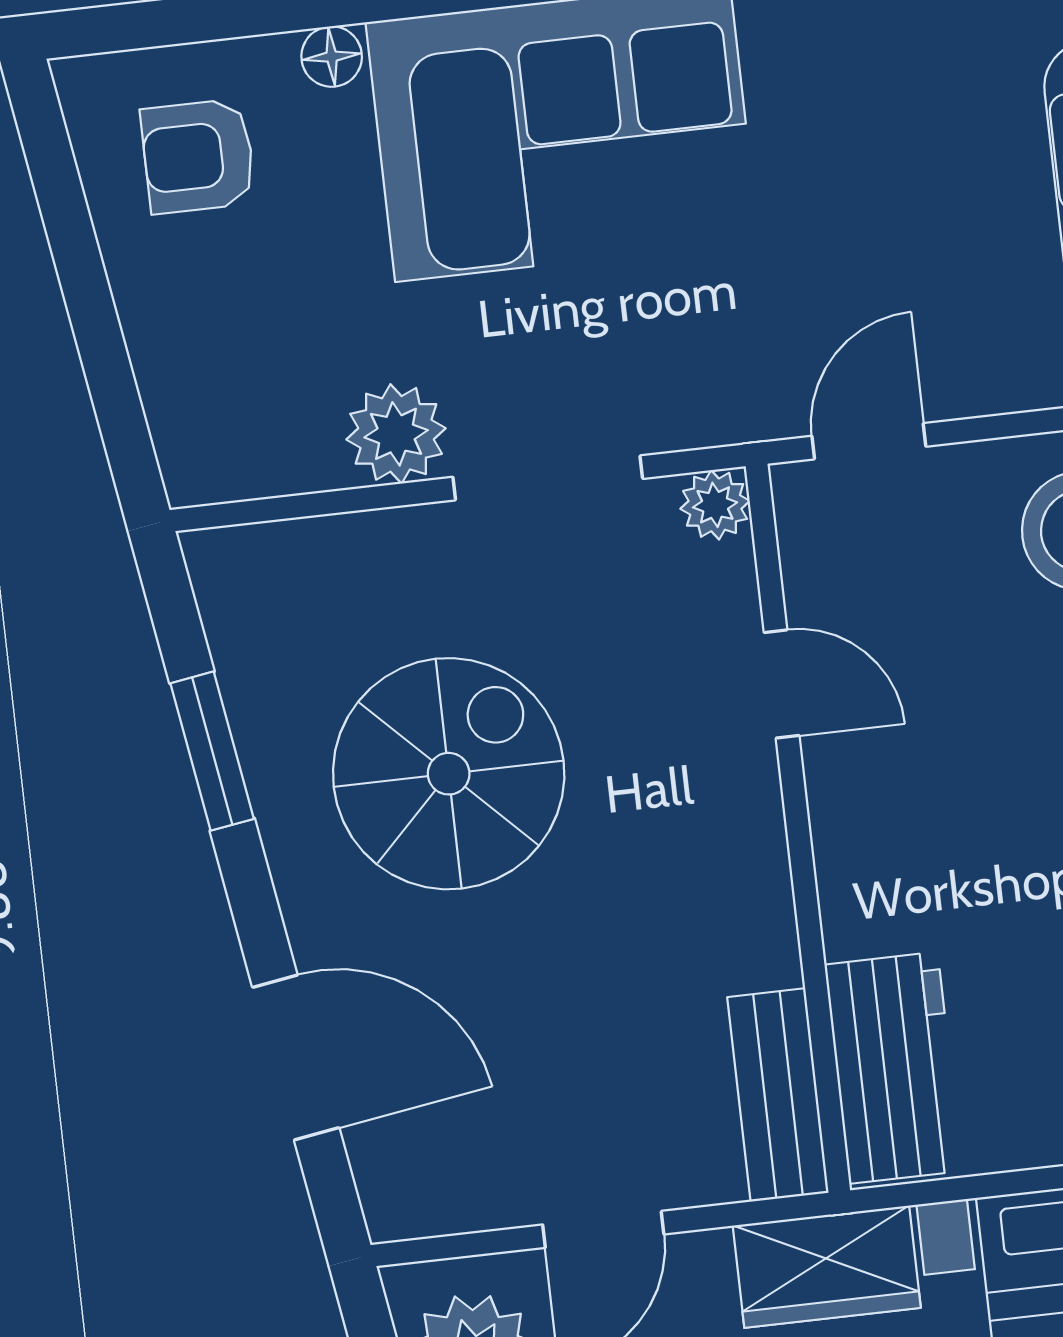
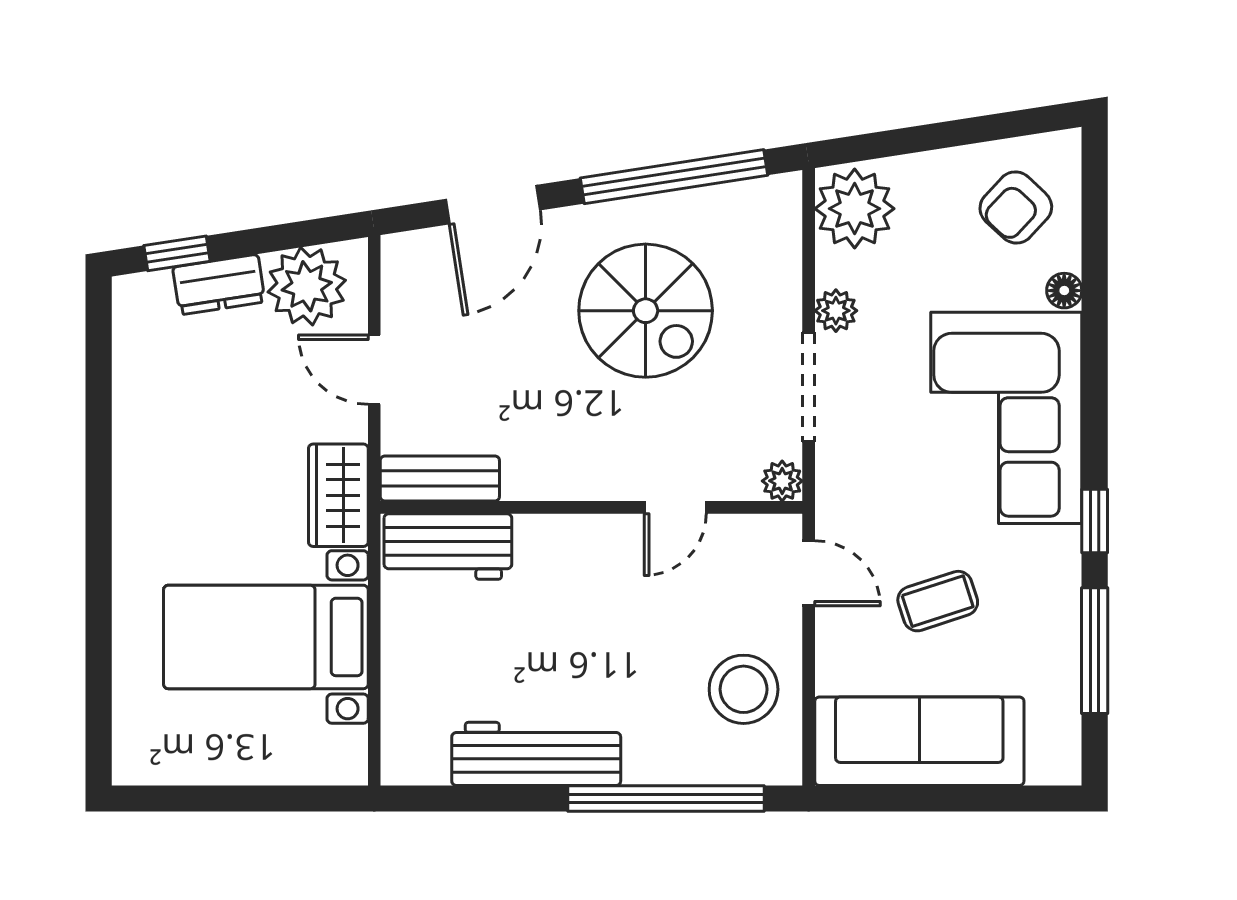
armchair: (198, 156) -> (1016, 207), turned -137
coffee table: (891, 214) -> (938, 601), added
plant: (232, 434) -> (855, 209), added
plant: (396, 434) -> (836, 311), width x0.73, depth x0.73
window: (212, 751) -> (674, 177), width x2.11

